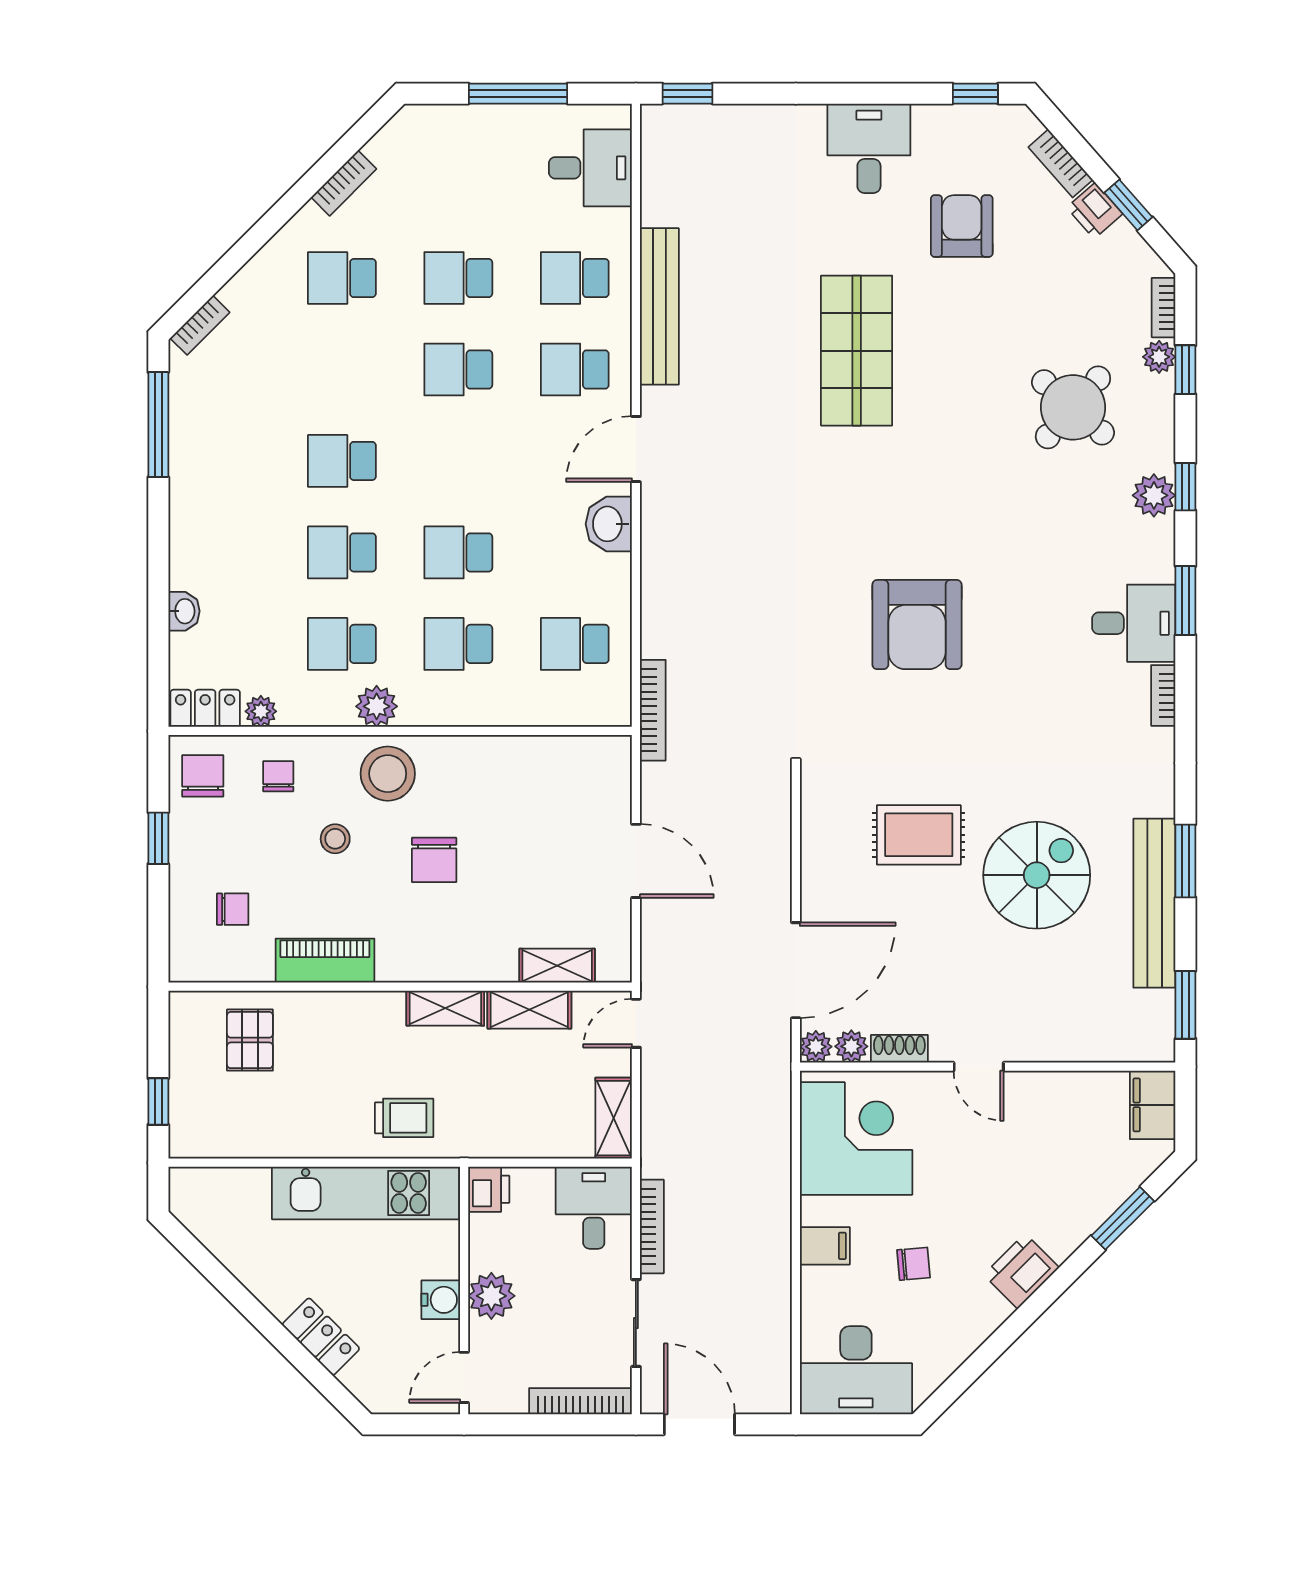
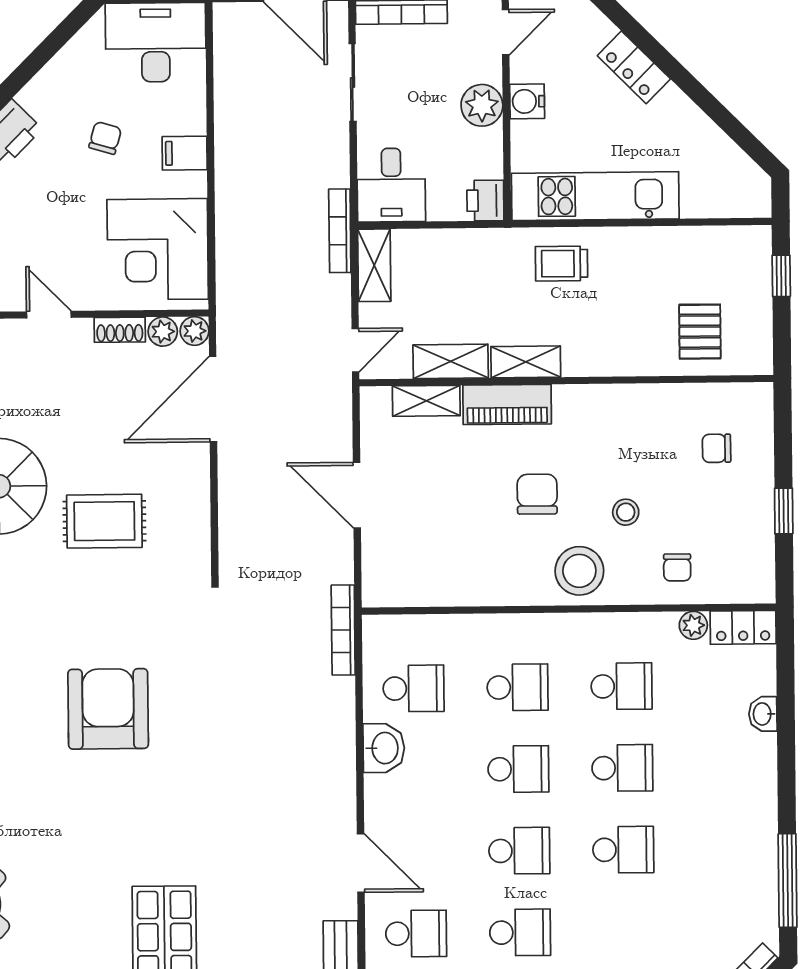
door: (636, 449) -> (361, 863), hinge flipped
school desk: (458, 461) -> (519, 851), added
washbasin: (609, 524) -> (384, 748), moved
plant: (377, 706) -> (590, 631), removed
chair: (203, 776) -> (745, 567), removed
piano: (325, 961) -> (507, 405), moved
bookcase: (652, 1227) -> (340, 231), moved
chair: (914, 1264) -> (105, 138), turned 111

